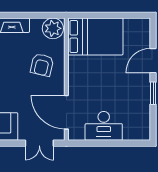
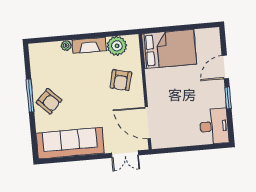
plant: (53, 28) -> (117, 46), moved
desk: (104, 126) -> (214, 126), moved, turned -90

